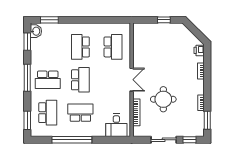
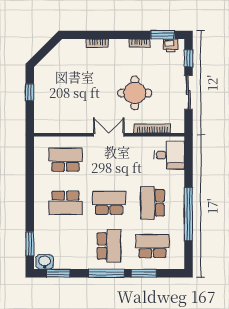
printer: (199, 50) -> (171, 45), moved
window: (27, 120) -> (144, 273), moved

